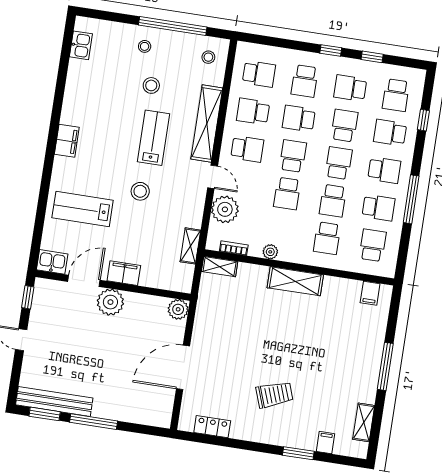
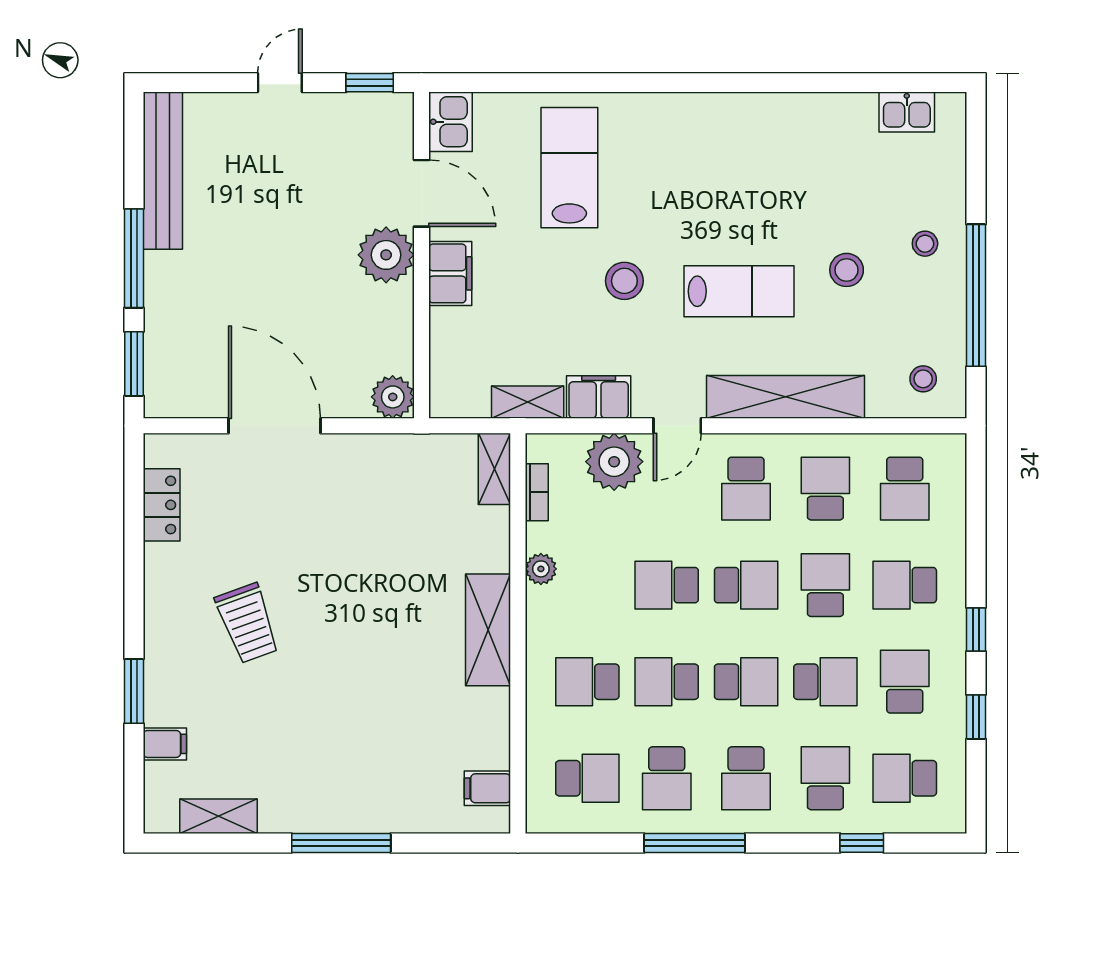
filing cabinet: (67, 141) -> (599, 397), moved, turned 180
window: (45, 414) -> (134, 364), moved

